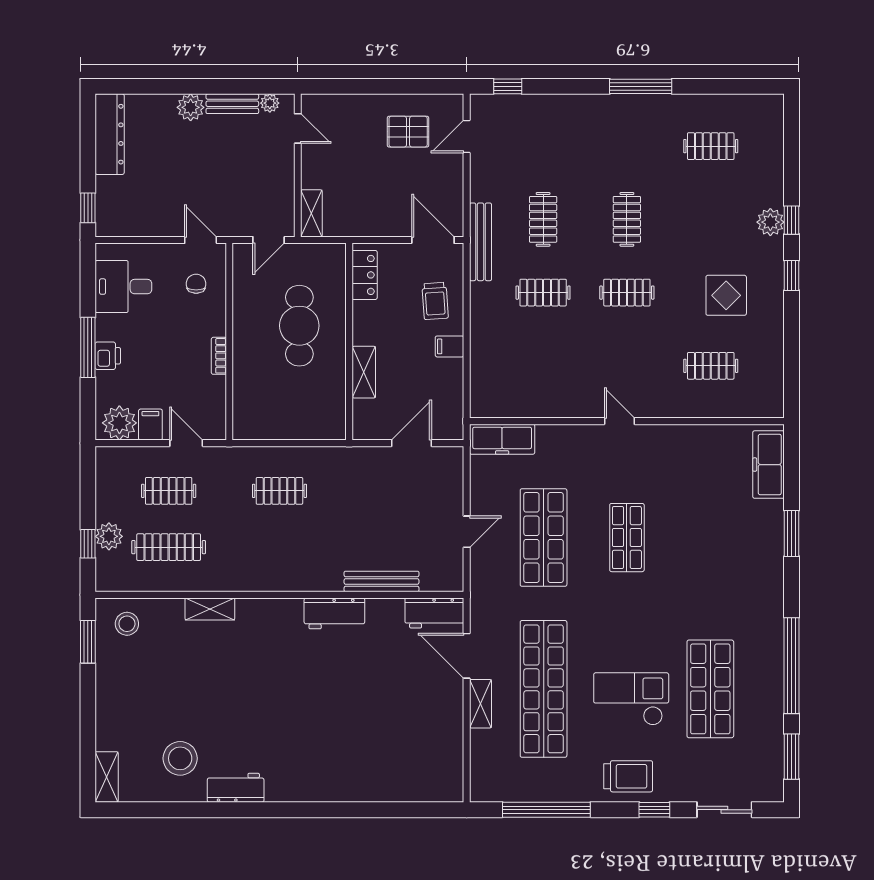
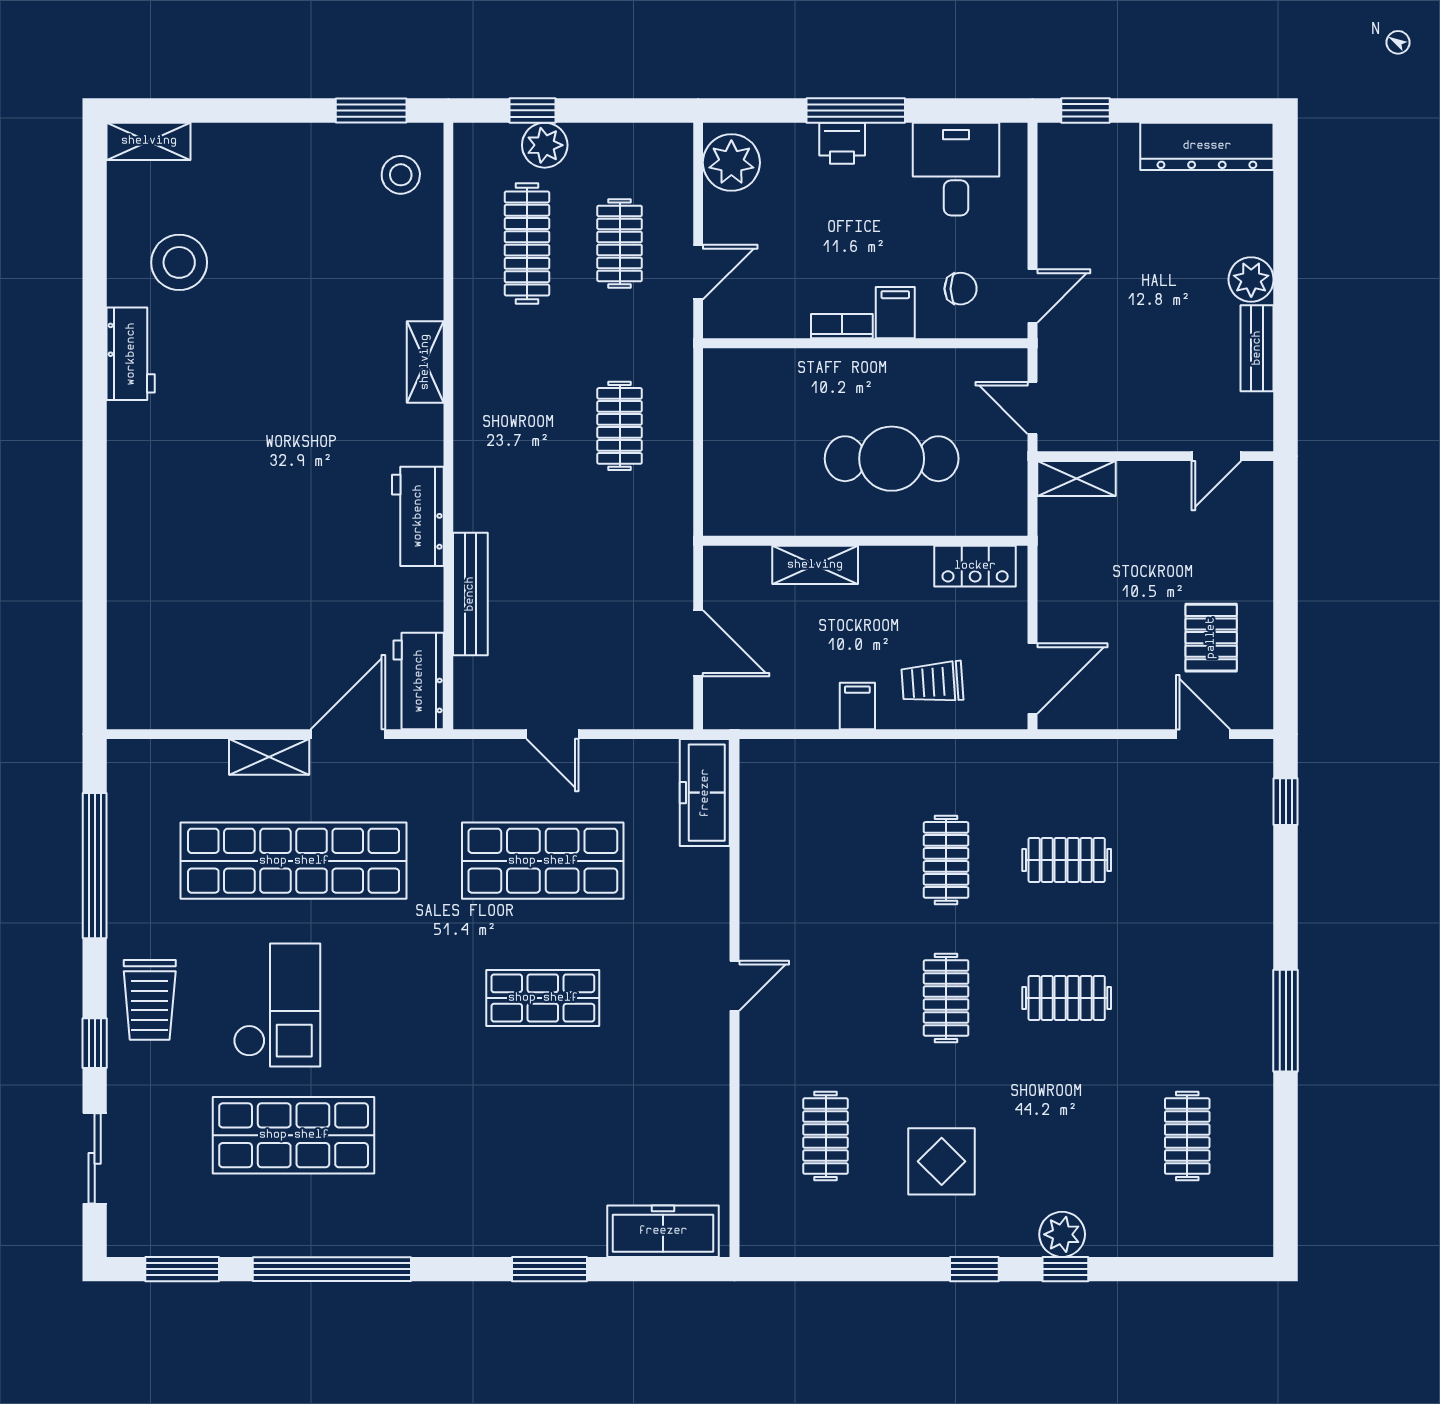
plant: (270, 103) -> (1258, 410), removed
bench: (480, 242) -> (1030, 757), removed
filing cabinet: (150, 425) -> (895, 313), moved, turned -90
shelving: (210, 609) -> (425, 362), moved

